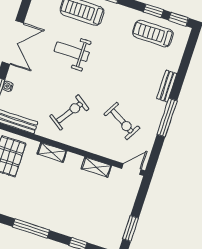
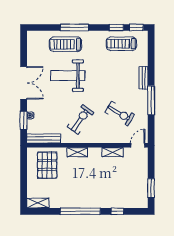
weight bench: (72, 52) -> (68, 76), width x1.36, depth x1.33
window: (31, 228) -> (80, 211), width x1.46

